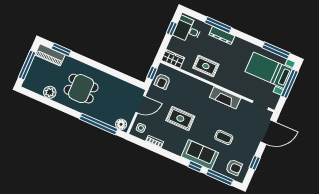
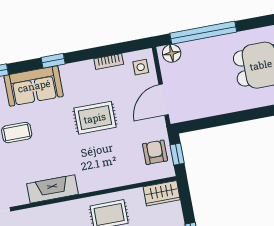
window: (195, 166) -> (53, 61), moved

